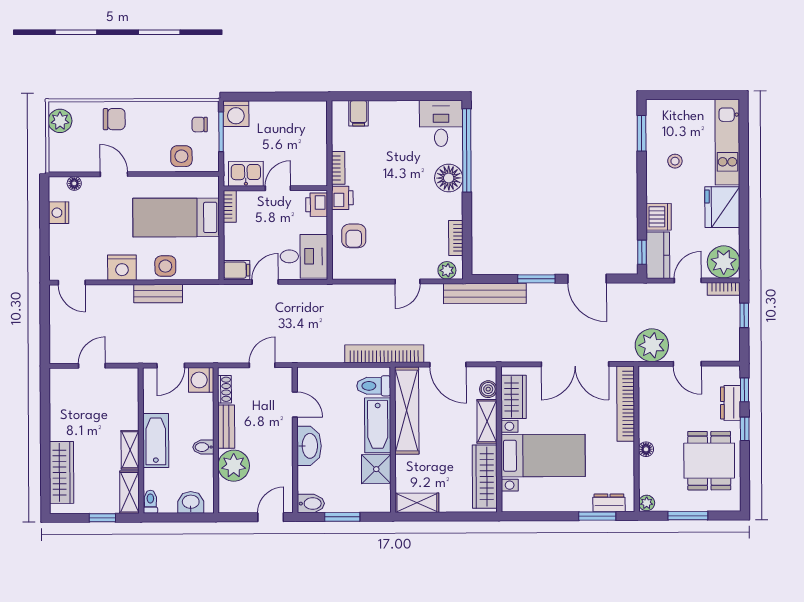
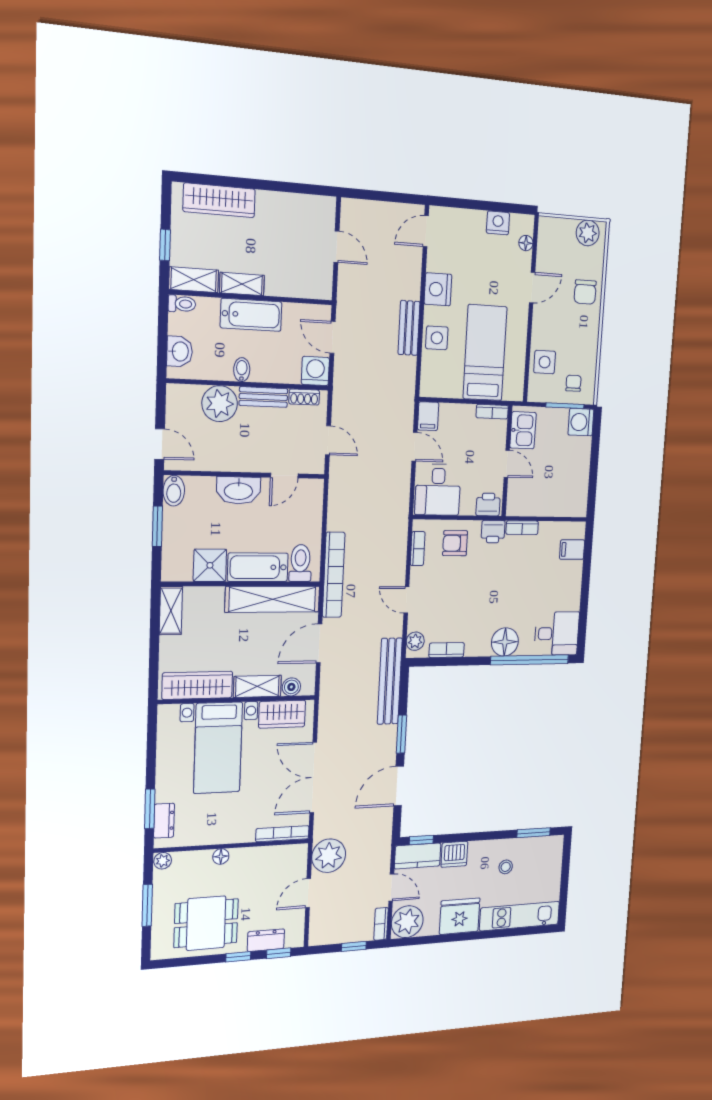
bookcase: (359, 273) -> (418, 549), added
bookcase: (626, 404) -> (282, 834), width x0.68, depth x0.76

